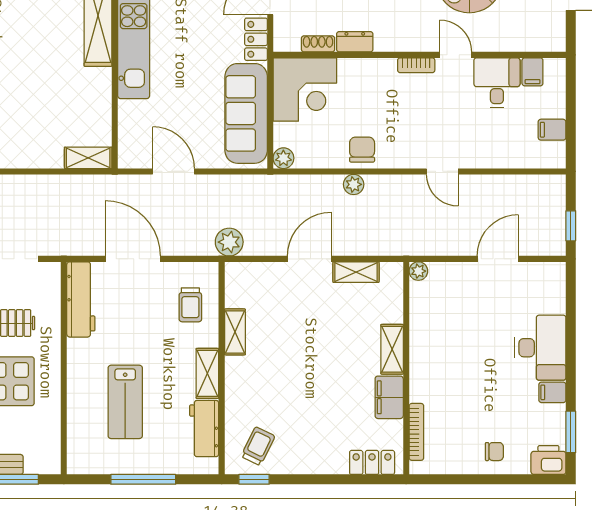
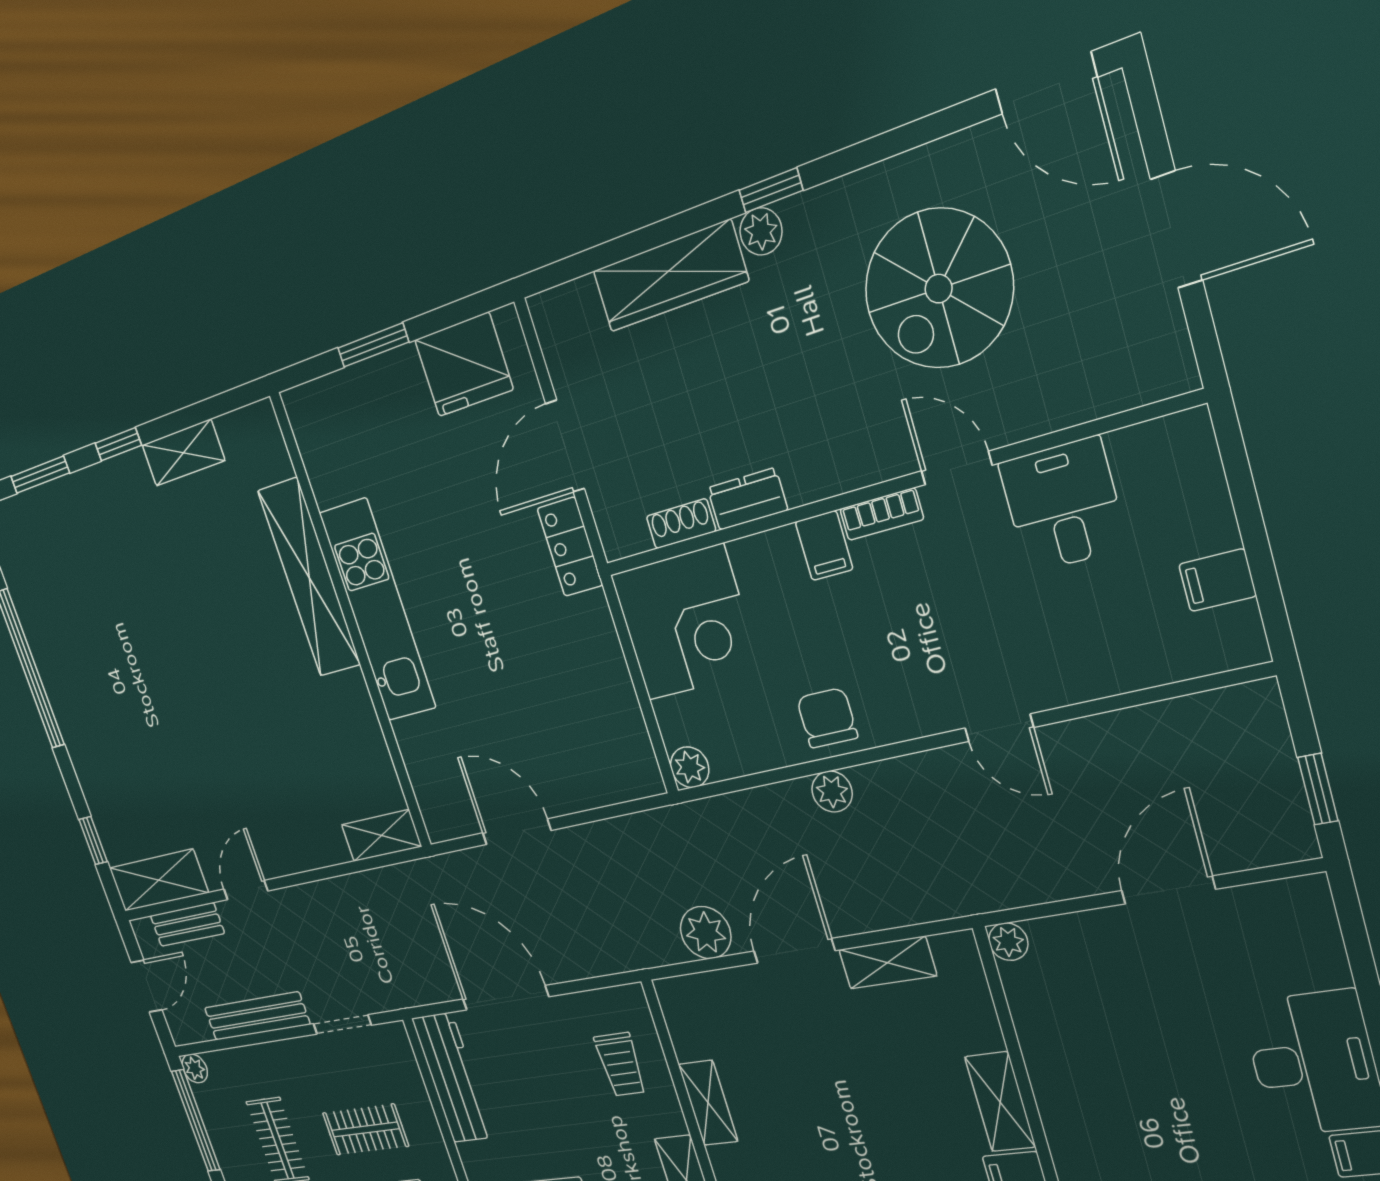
filing cabinet: (532, 72) -> (824, 546), moved
sofa: (246, 113) -> (599, 696), removed
plant: (229, 242) -> (706, 933), moved

